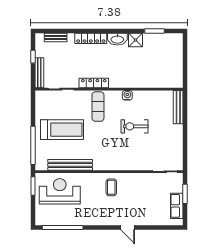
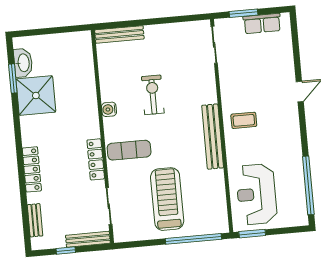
washbasin: (117, 39) -> (23, 63), moved
shower: (136, 40) -> (36, 96), width x1.86, depth x1.86
exercise bike: (135, 126) -> (153, 95), turned 180
bench: (70, 165) -> (213, 137), moved

